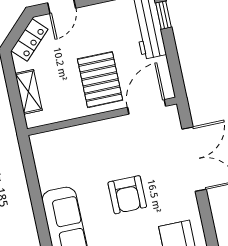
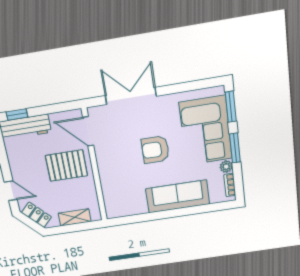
armchair: (127, 195) -> (155, 150), turned 180

